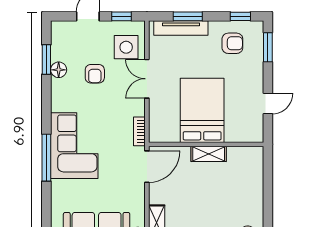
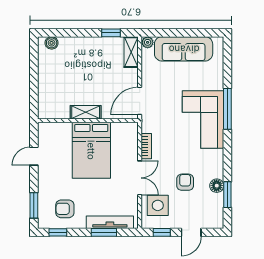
bookcase: (139, 131) -> (146, 146), moved

